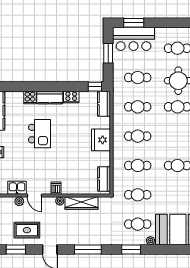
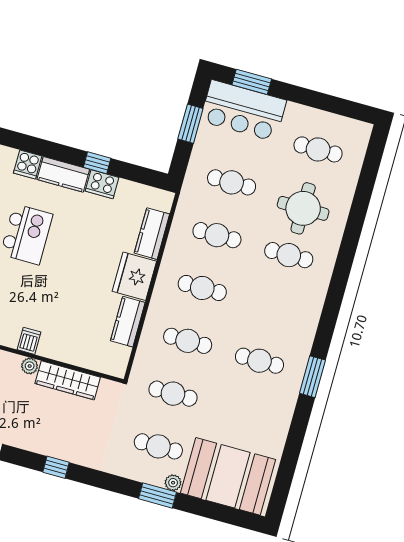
window: (95, 87) -> (97, 163), moved
kitchen counter: (104, 104) -> (152, 234), moved
kitchen counter: (104, 179) -> (128, 322), moved
window: (88, 249) -> (56, 467), width x0.46
window: (131, 249) -> (157, 495), moved

